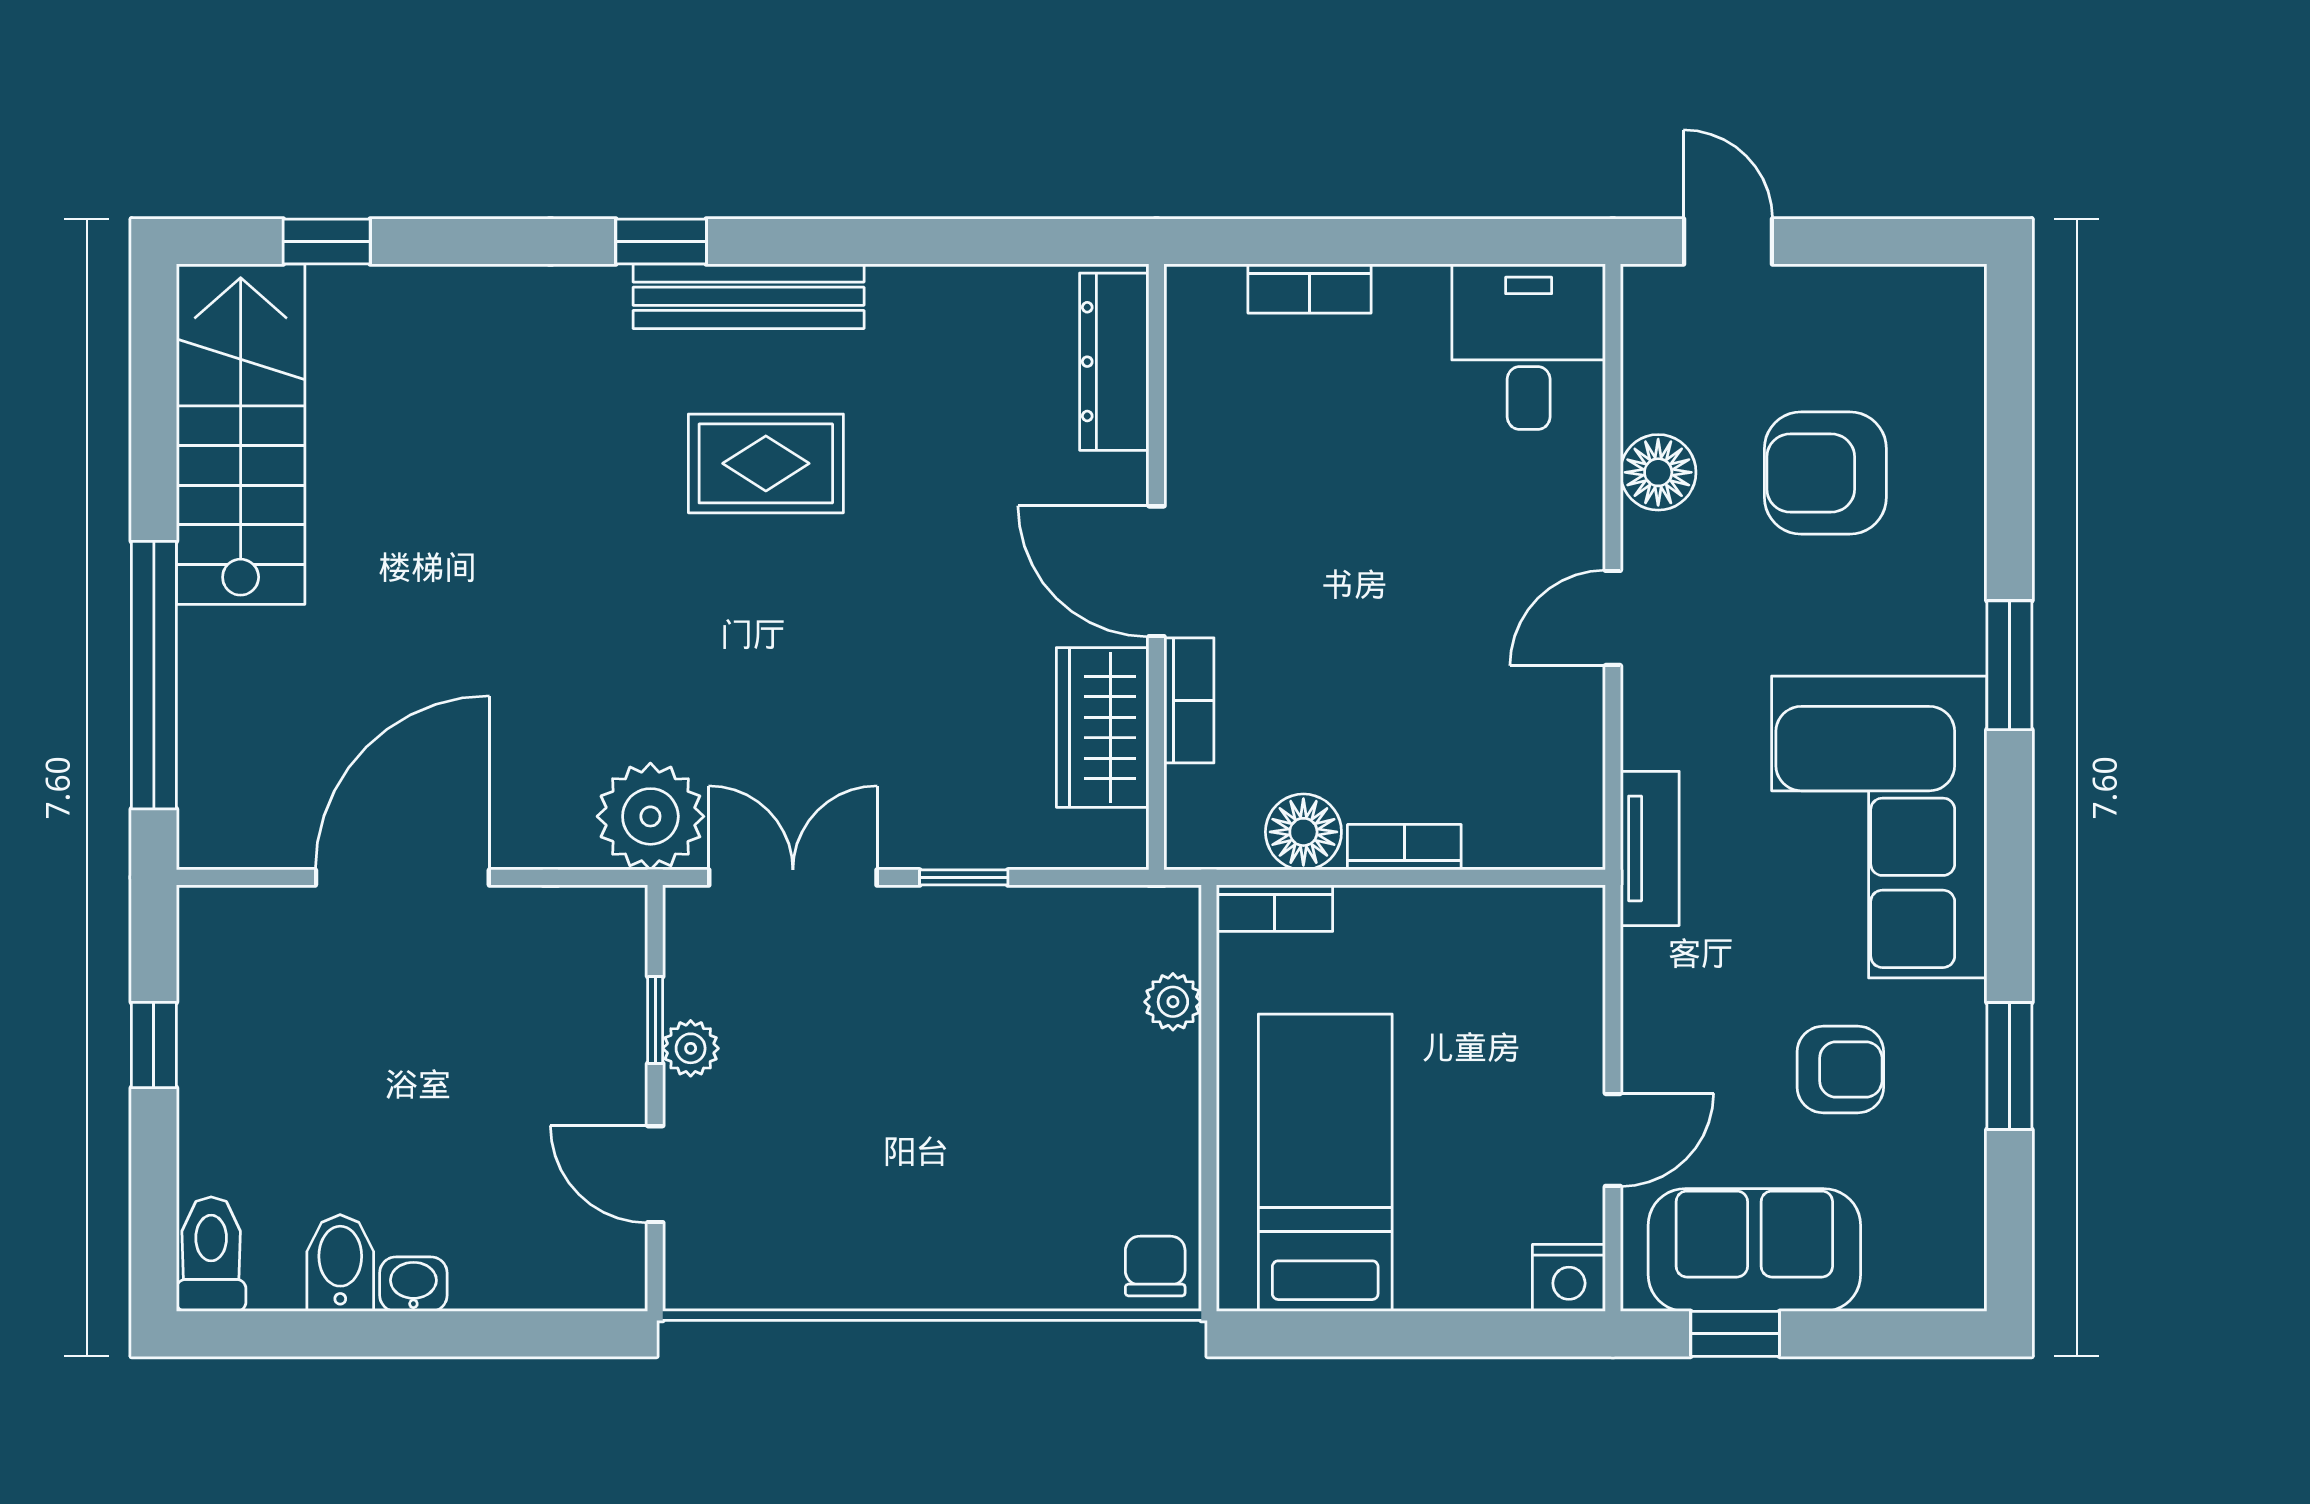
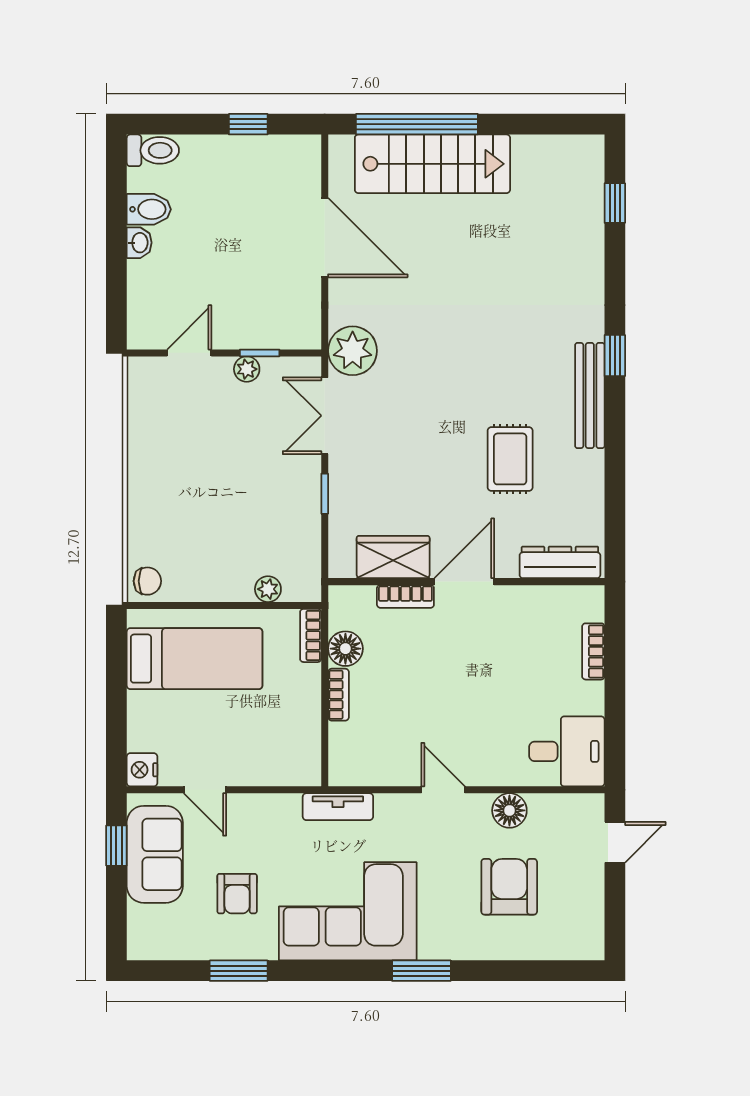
stairs: (241, 434) -> (432, 164), moved
rug: (766, 463) -> (510, 459), moved
double door: (793, 877) -> (325, 416), swing flipped

